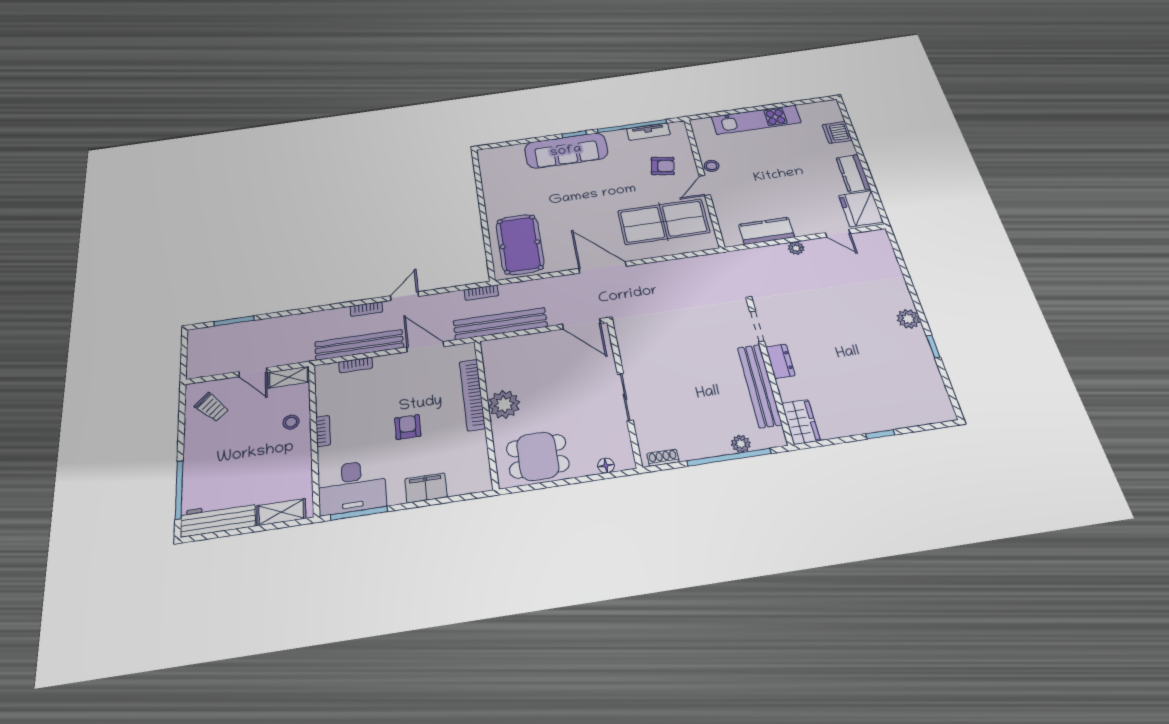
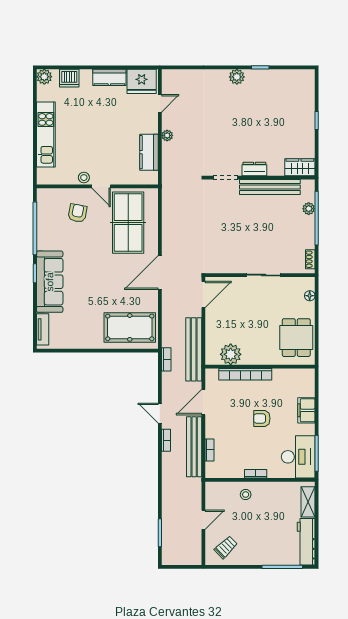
plant: (830, 108) -> (44, 77), added
tv unit: (648, 132) -> (43, 329), moved
shelving: (289, 377) -> (211, 496), removed
plant: (504, 404) -> (231, 354), moved

